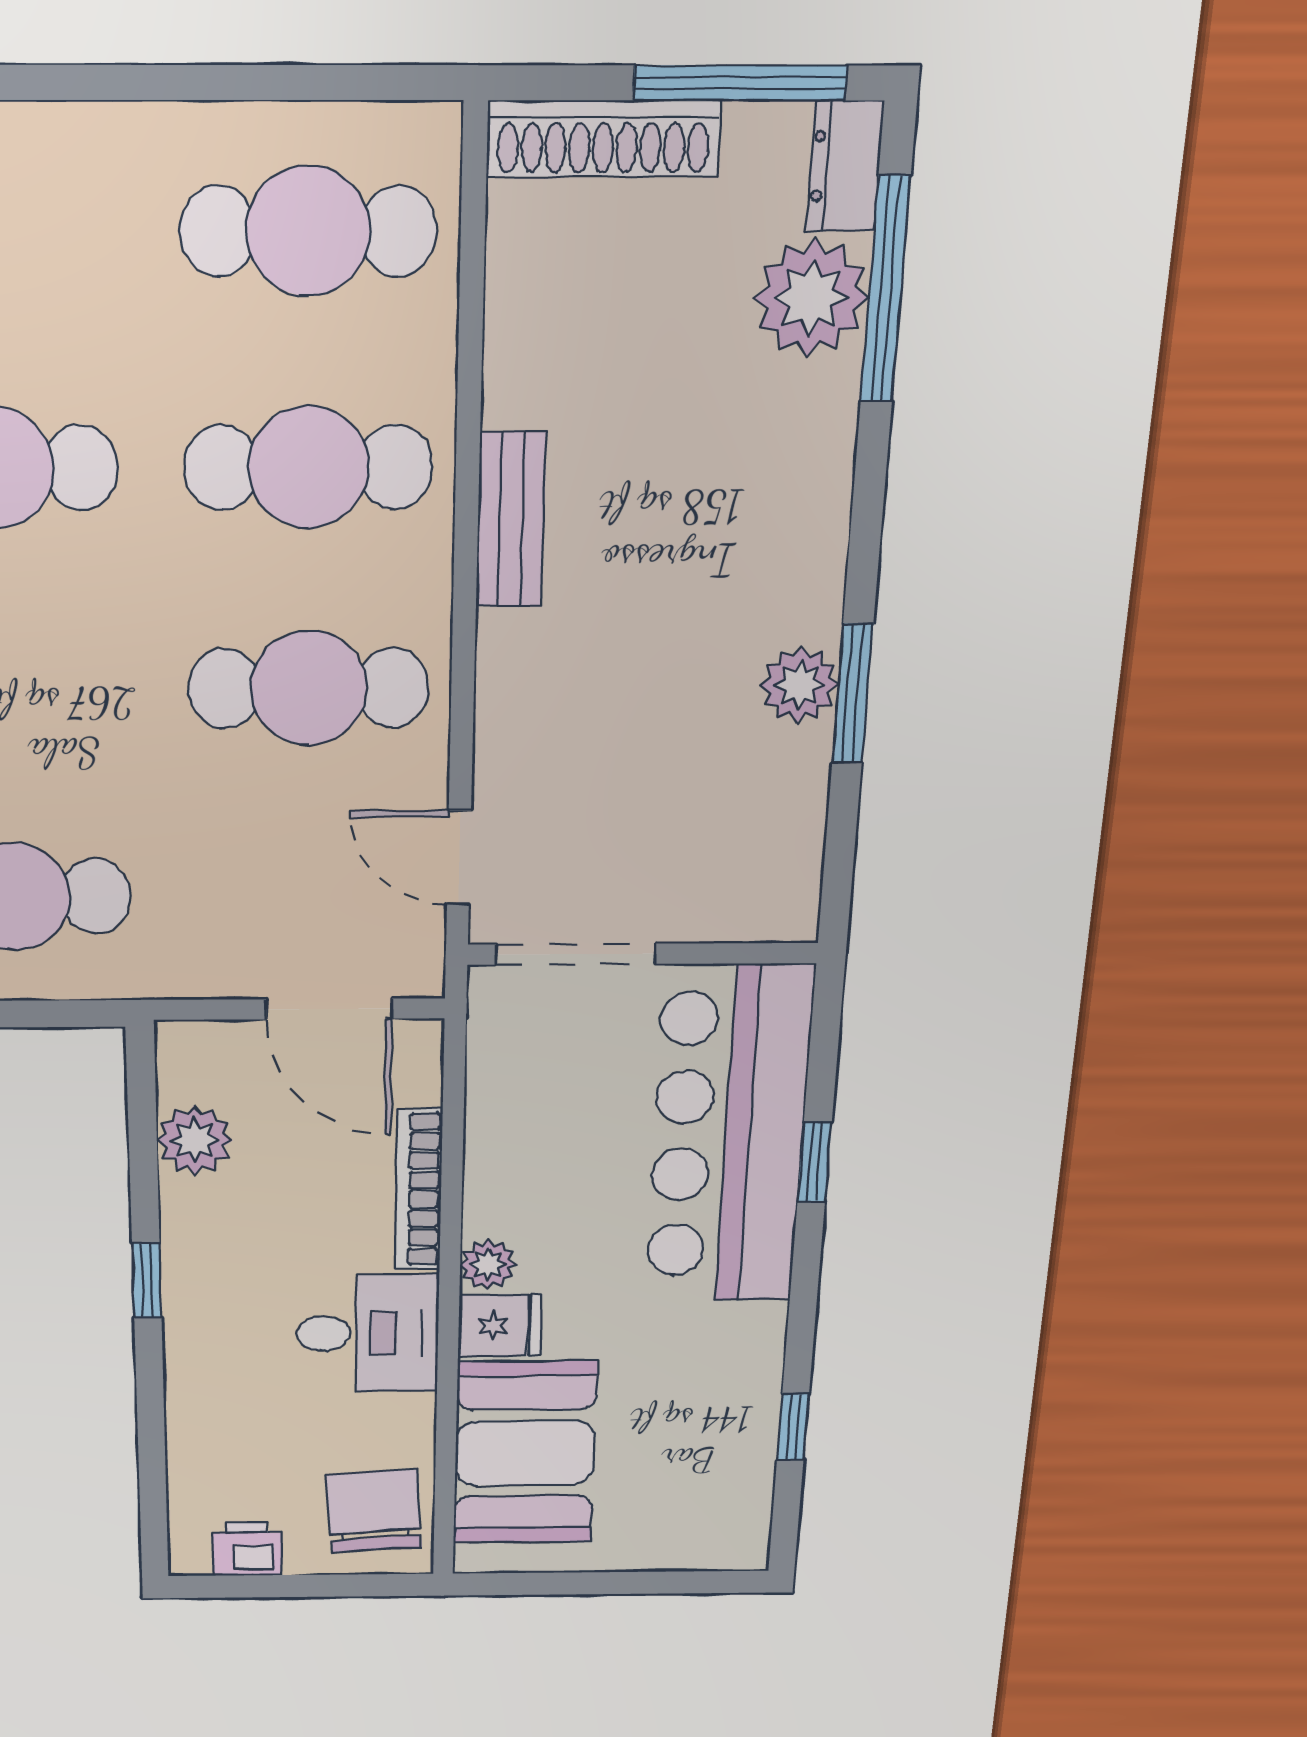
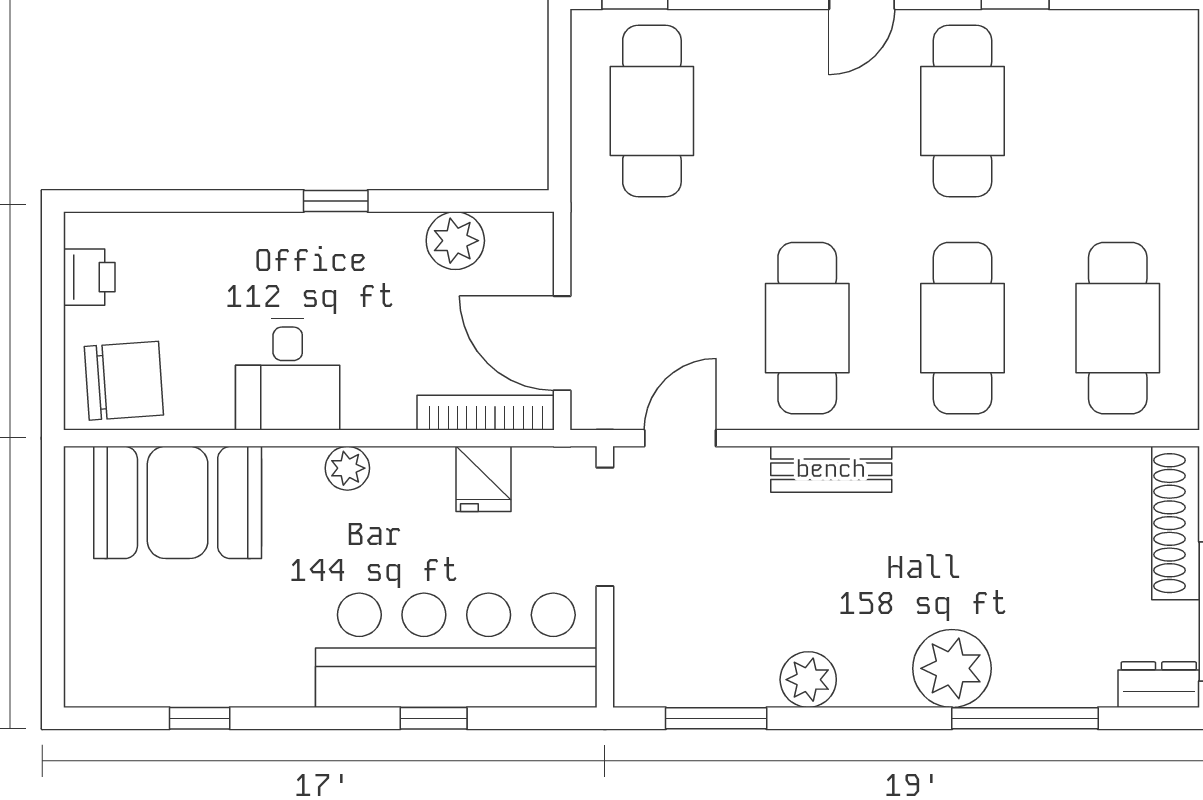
window: (885, 290) -> (1025, 718), moved
plant: (811, 298) -> (952, 668), moved
bench: (511, 520) -> (831, 469), moved
window: (853, 694) -> (716, 718), moved
door: (329, 1009) -> (562, 343), hinge flipped
bookcase: (419, 1190) -> (486, 413), moved
fridge: (500, 1325) -> (484, 479), moved

